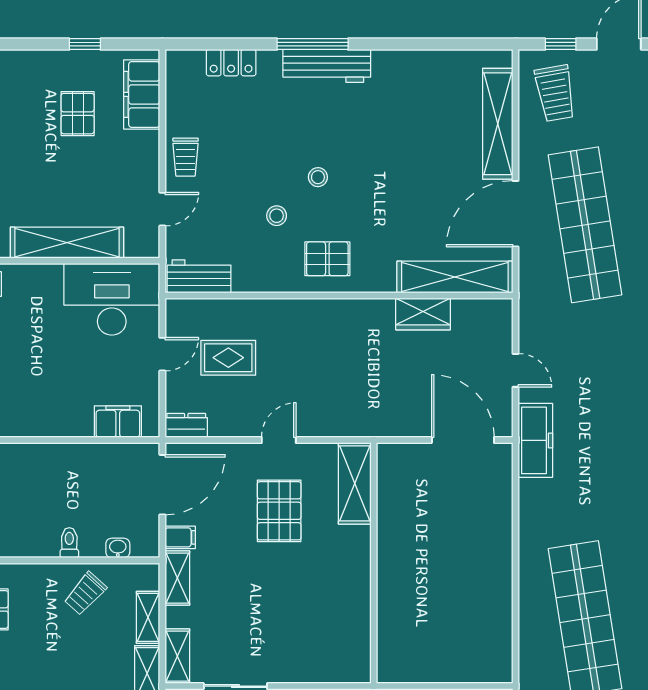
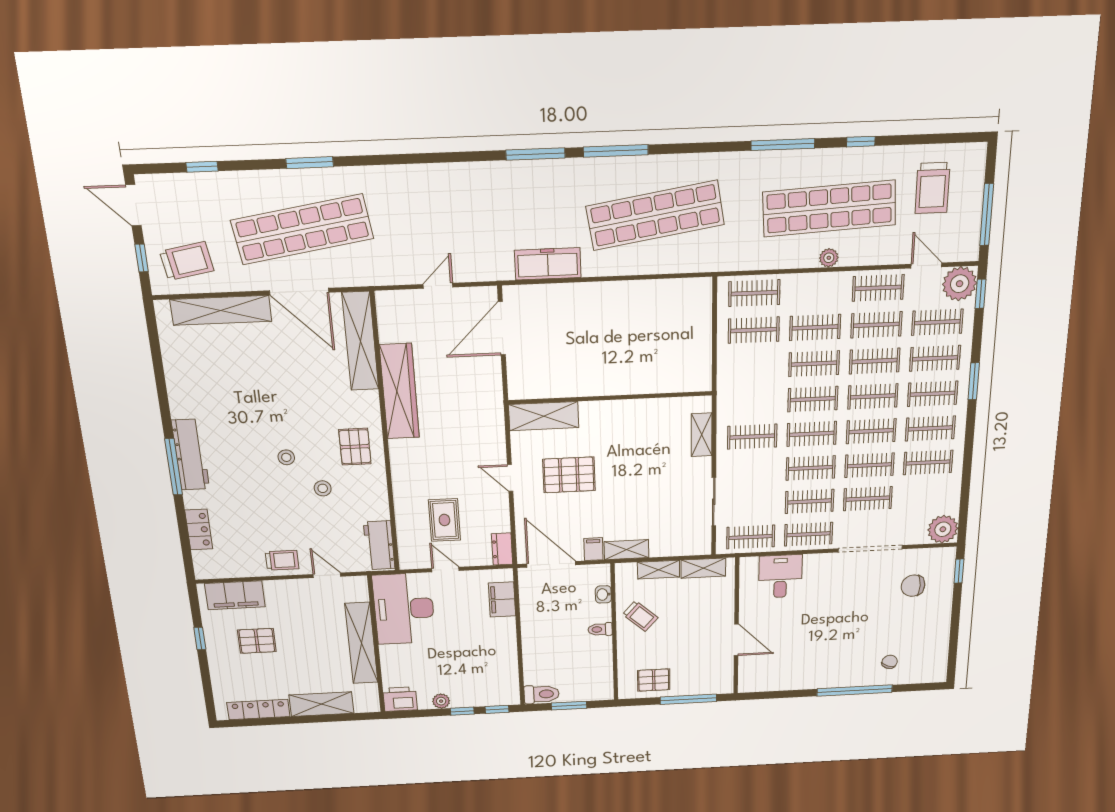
wardrobe: (423, 314) -> (399, 391), width x2.10, depth x1.17
freezer: (535, 440) -> (548, 264), moved
shelving: (177, 656) -> (702, 435), moved, turned 90

